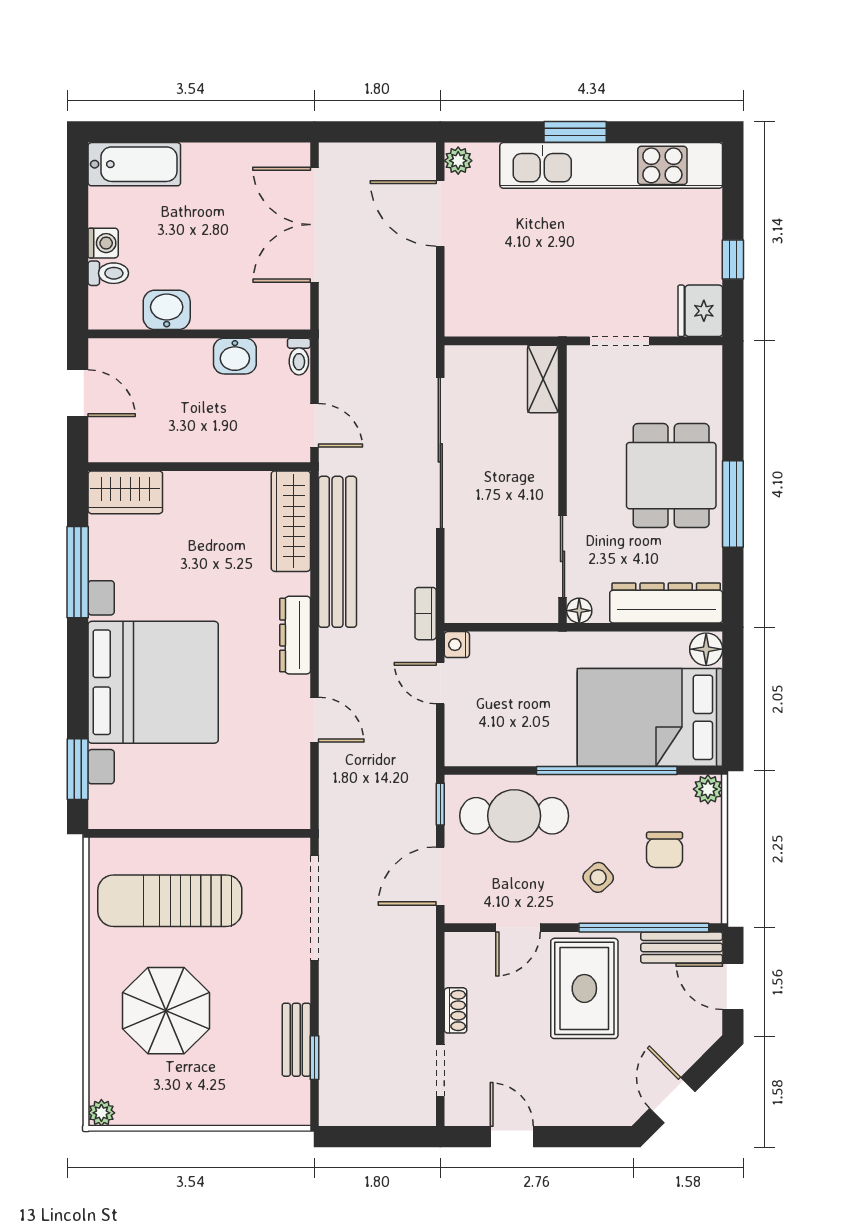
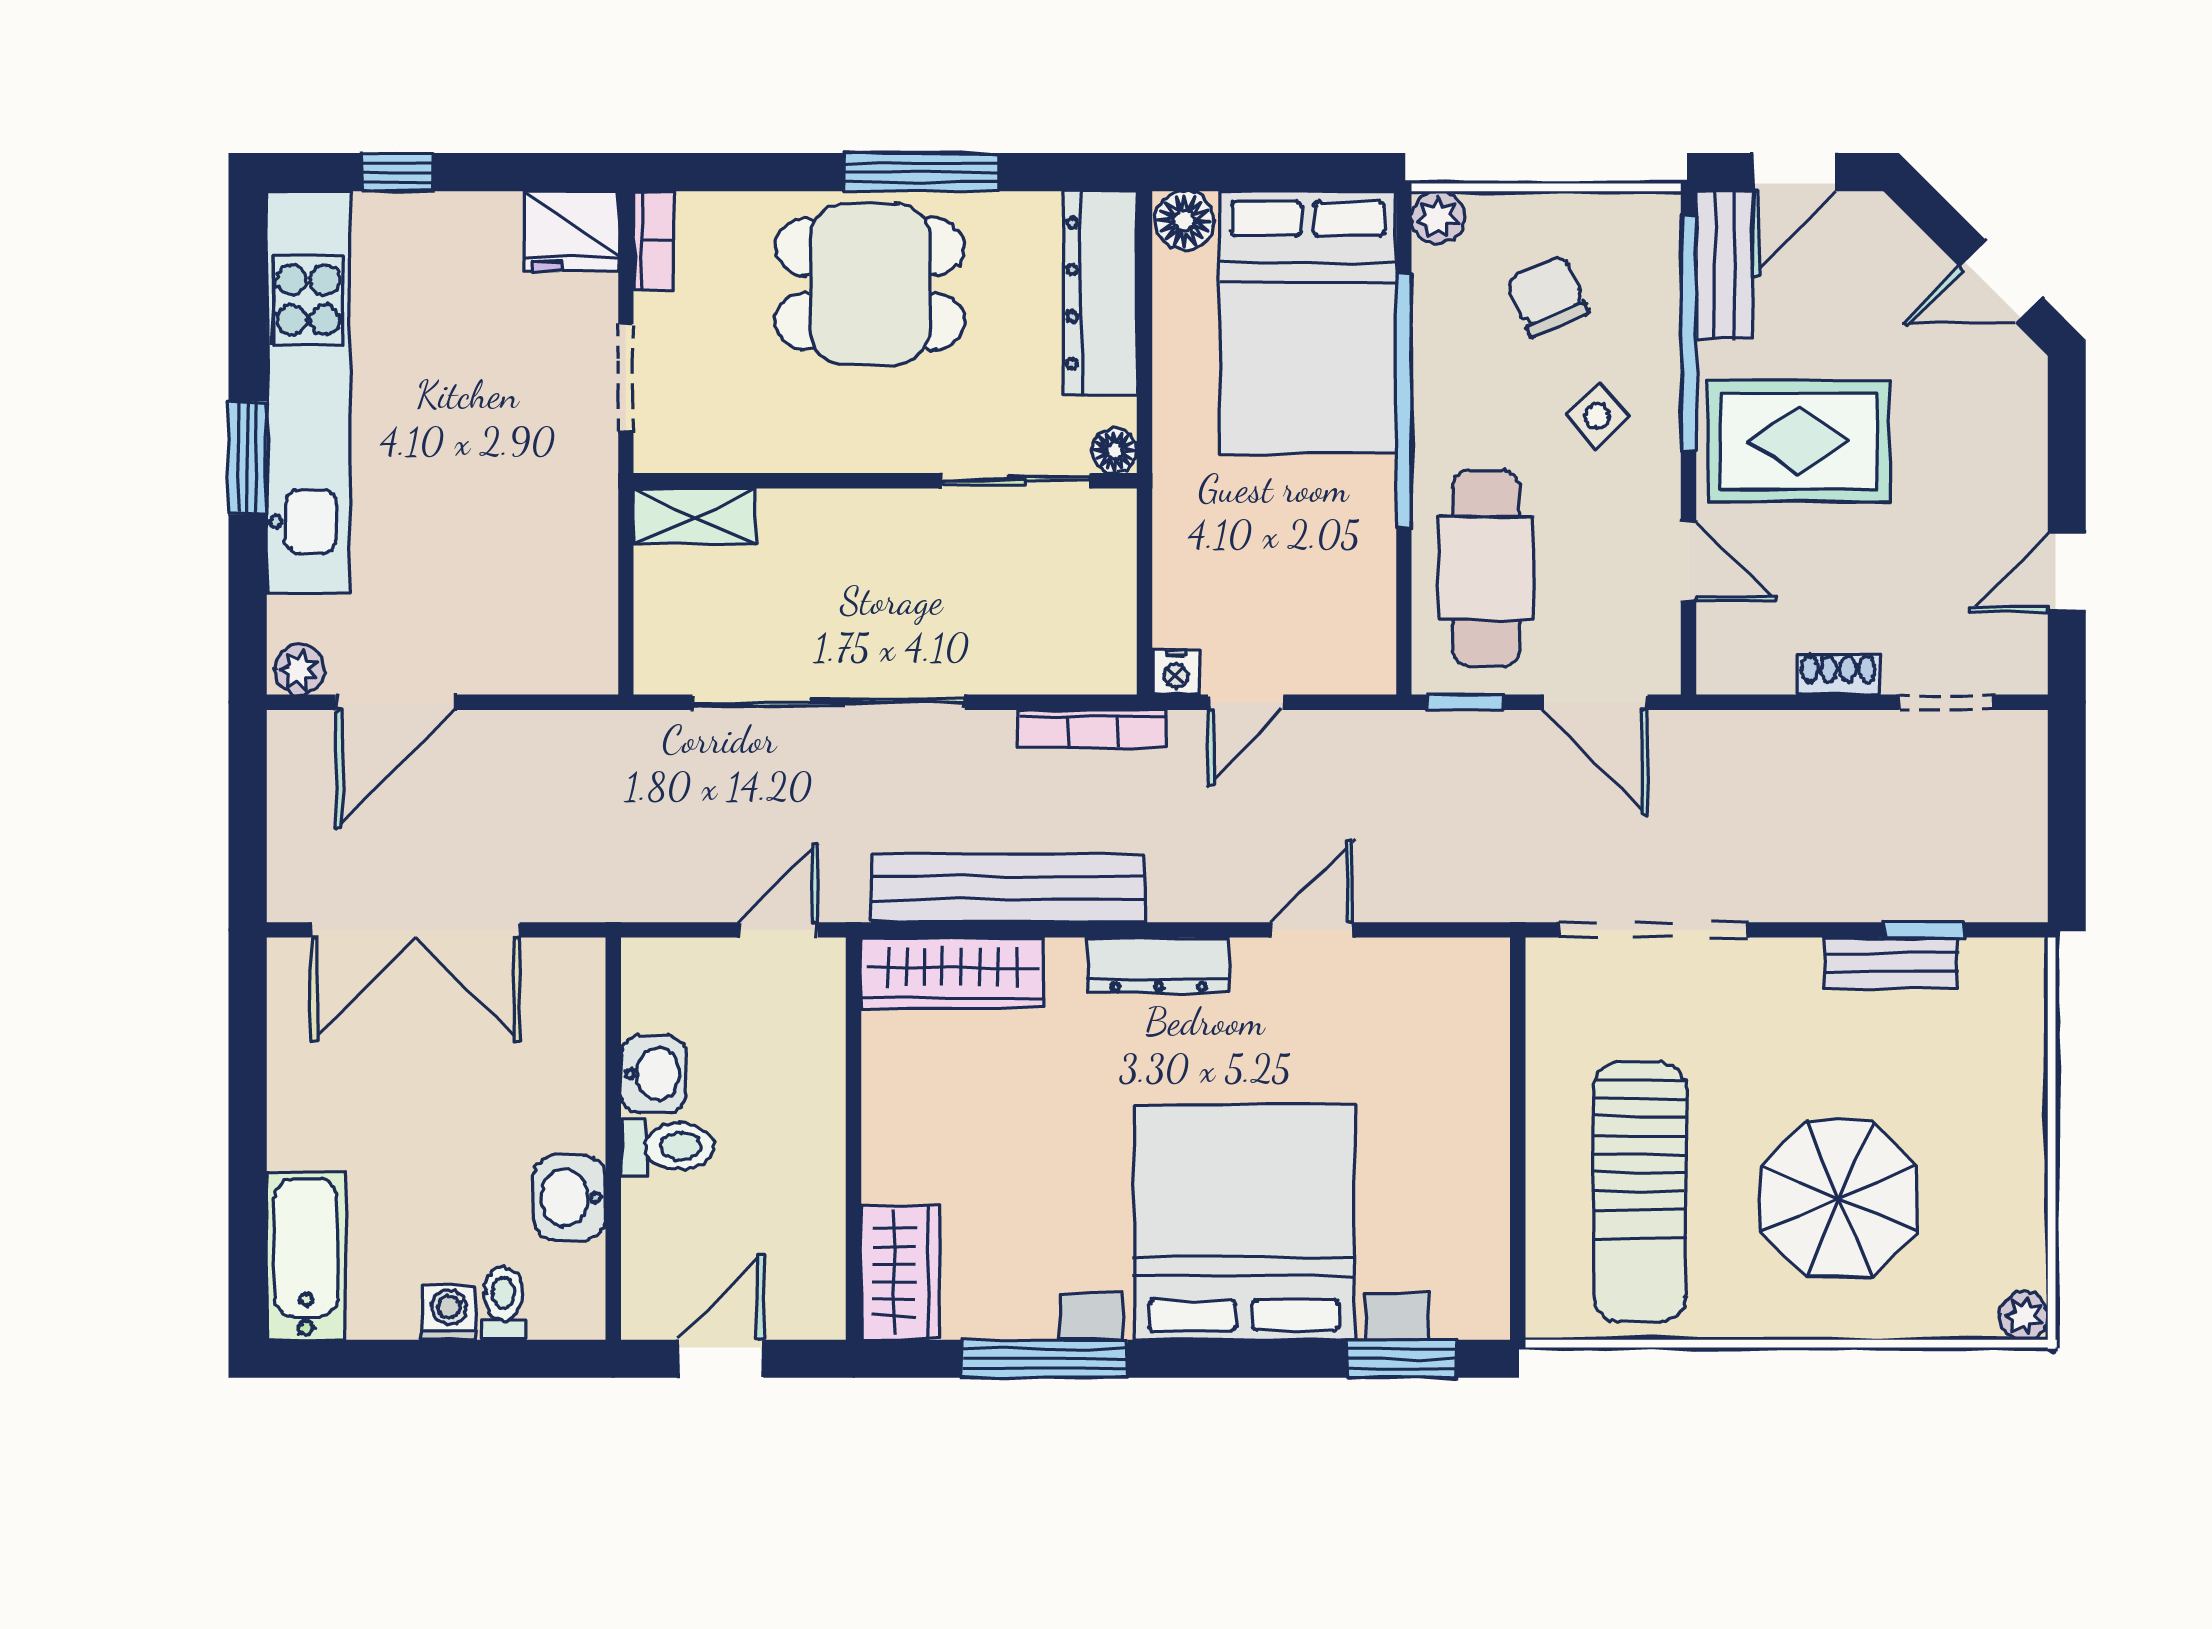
window: (733, 259) -> (397, 172), moved
bookcase: (695, 356) -> (653, 241), added
toilet: (299, 357) -> (667, 1146), moved, width x1.37, depth x1.39
bookcase: (426, 614) -> (1093, 729), width x1.56
chair: (665, 850) -> (1547, 296), turned -113

